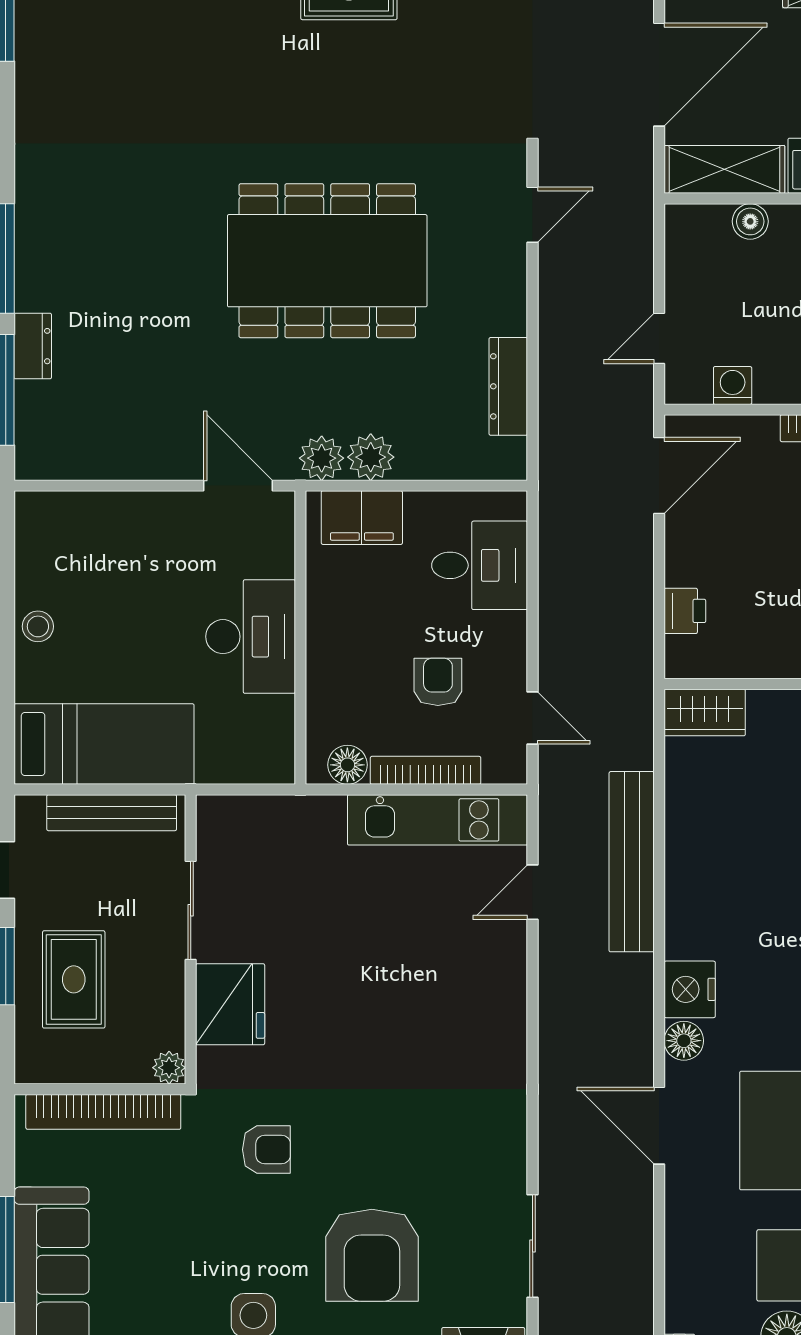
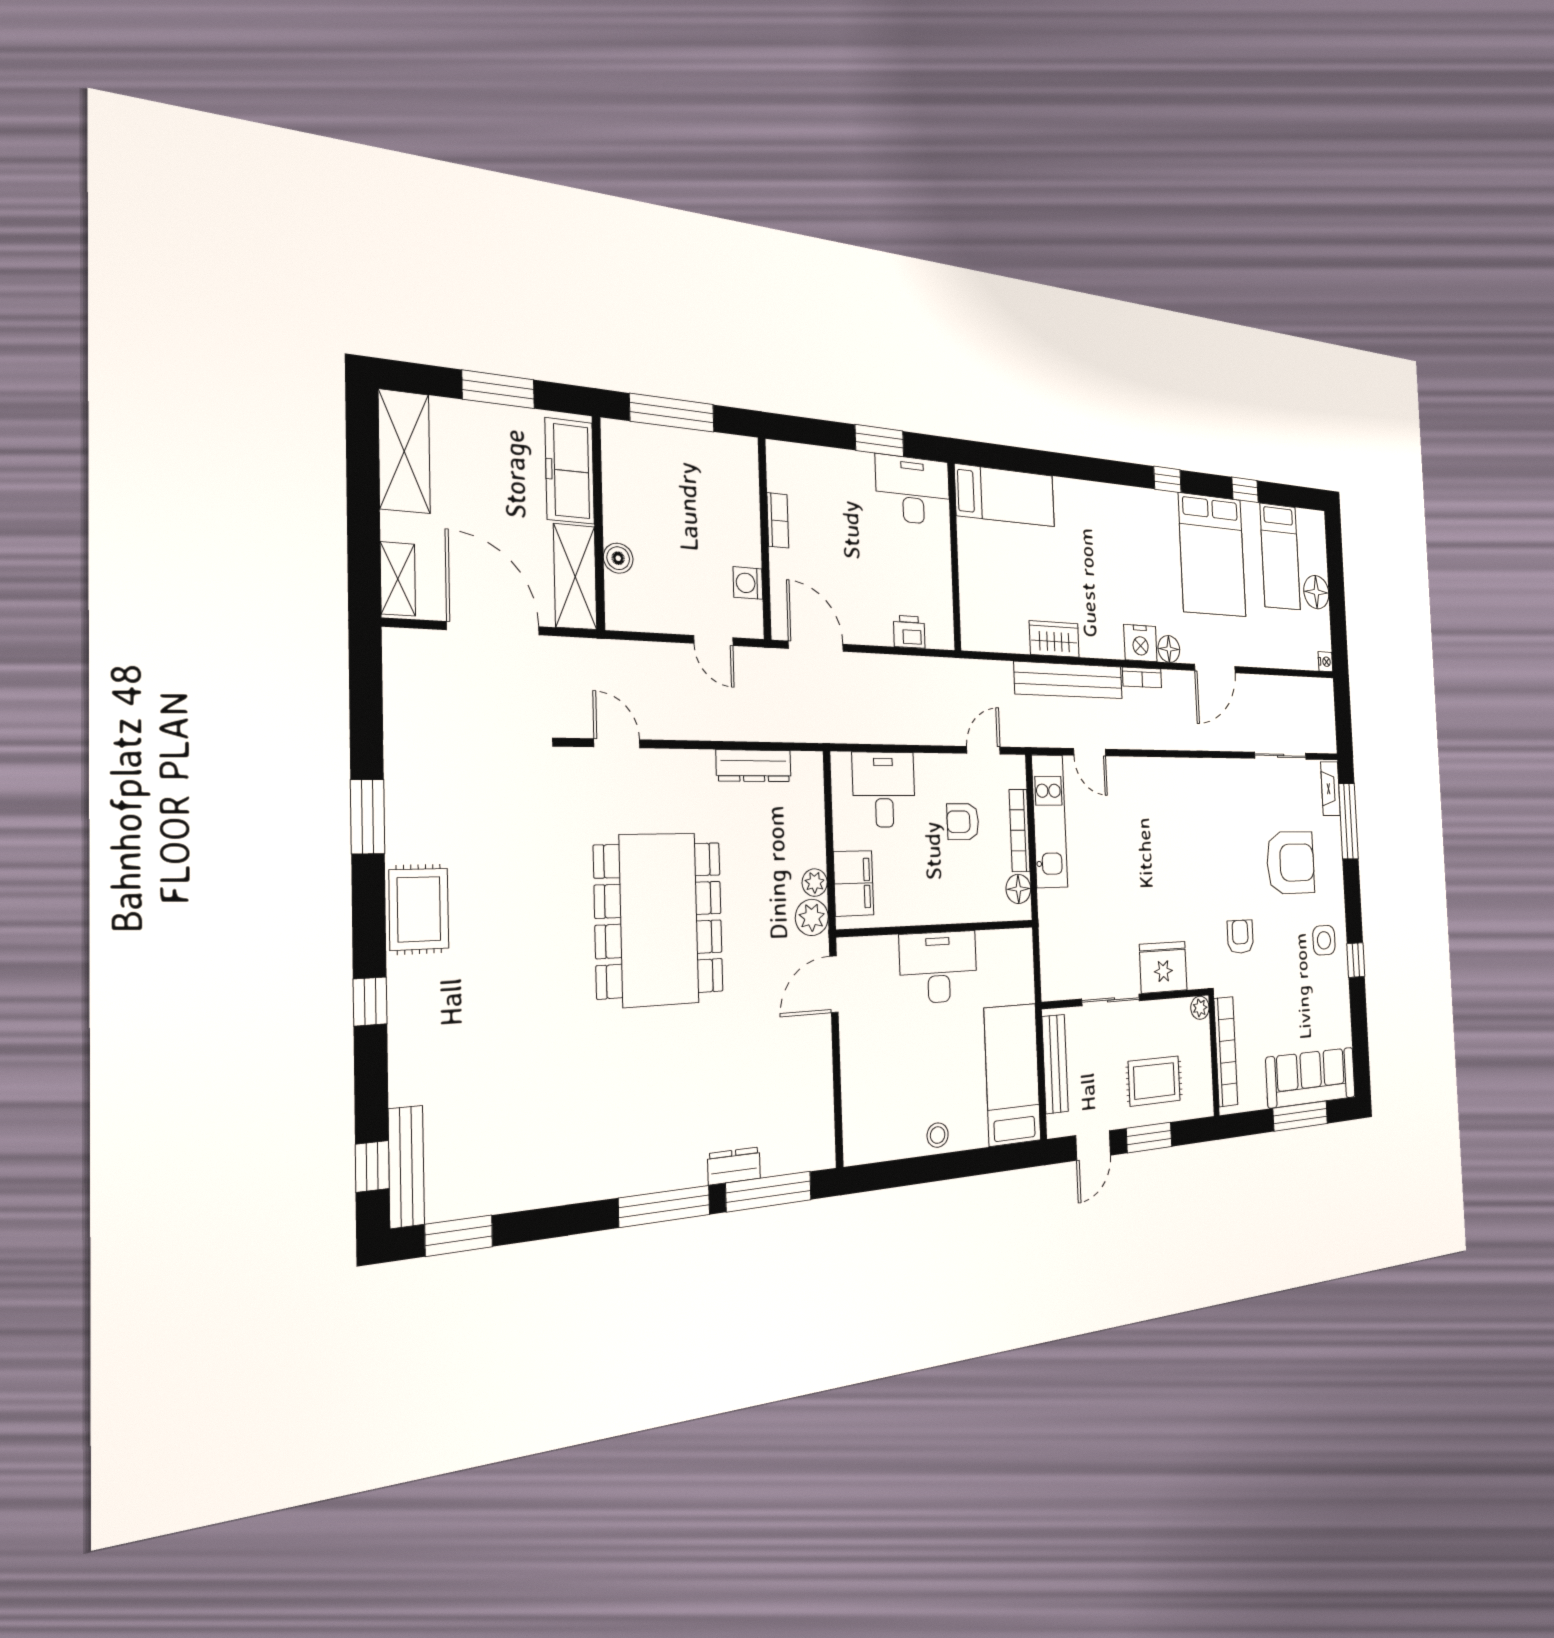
plant: (371, 457) -> (815, 883), width x0.73, depth x0.73
wardrobe: (705, 713) -> (1054, 639), moved, turned -90
bookcase: (640, 990) -> (1142, 678), added

